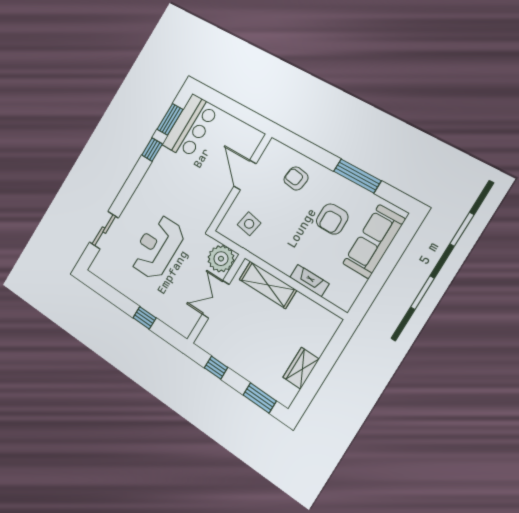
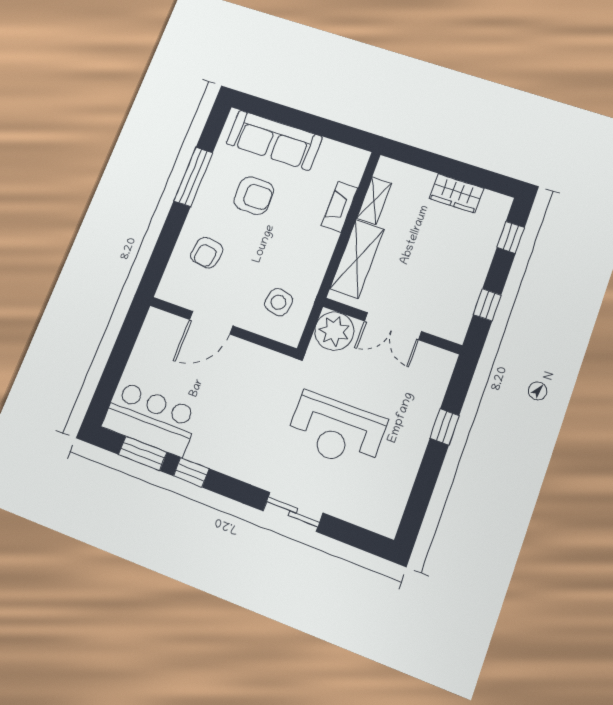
sliding door: (104, 230) -> (293, 512), moved
shelving: (309, 307) -> (374, 201), added
window: (260, 398) -> (511, 237), width x0.67

